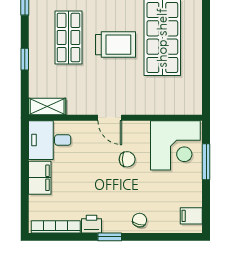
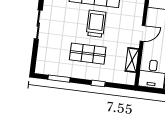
shelving: (47, 106) -> (132, 60), moved

